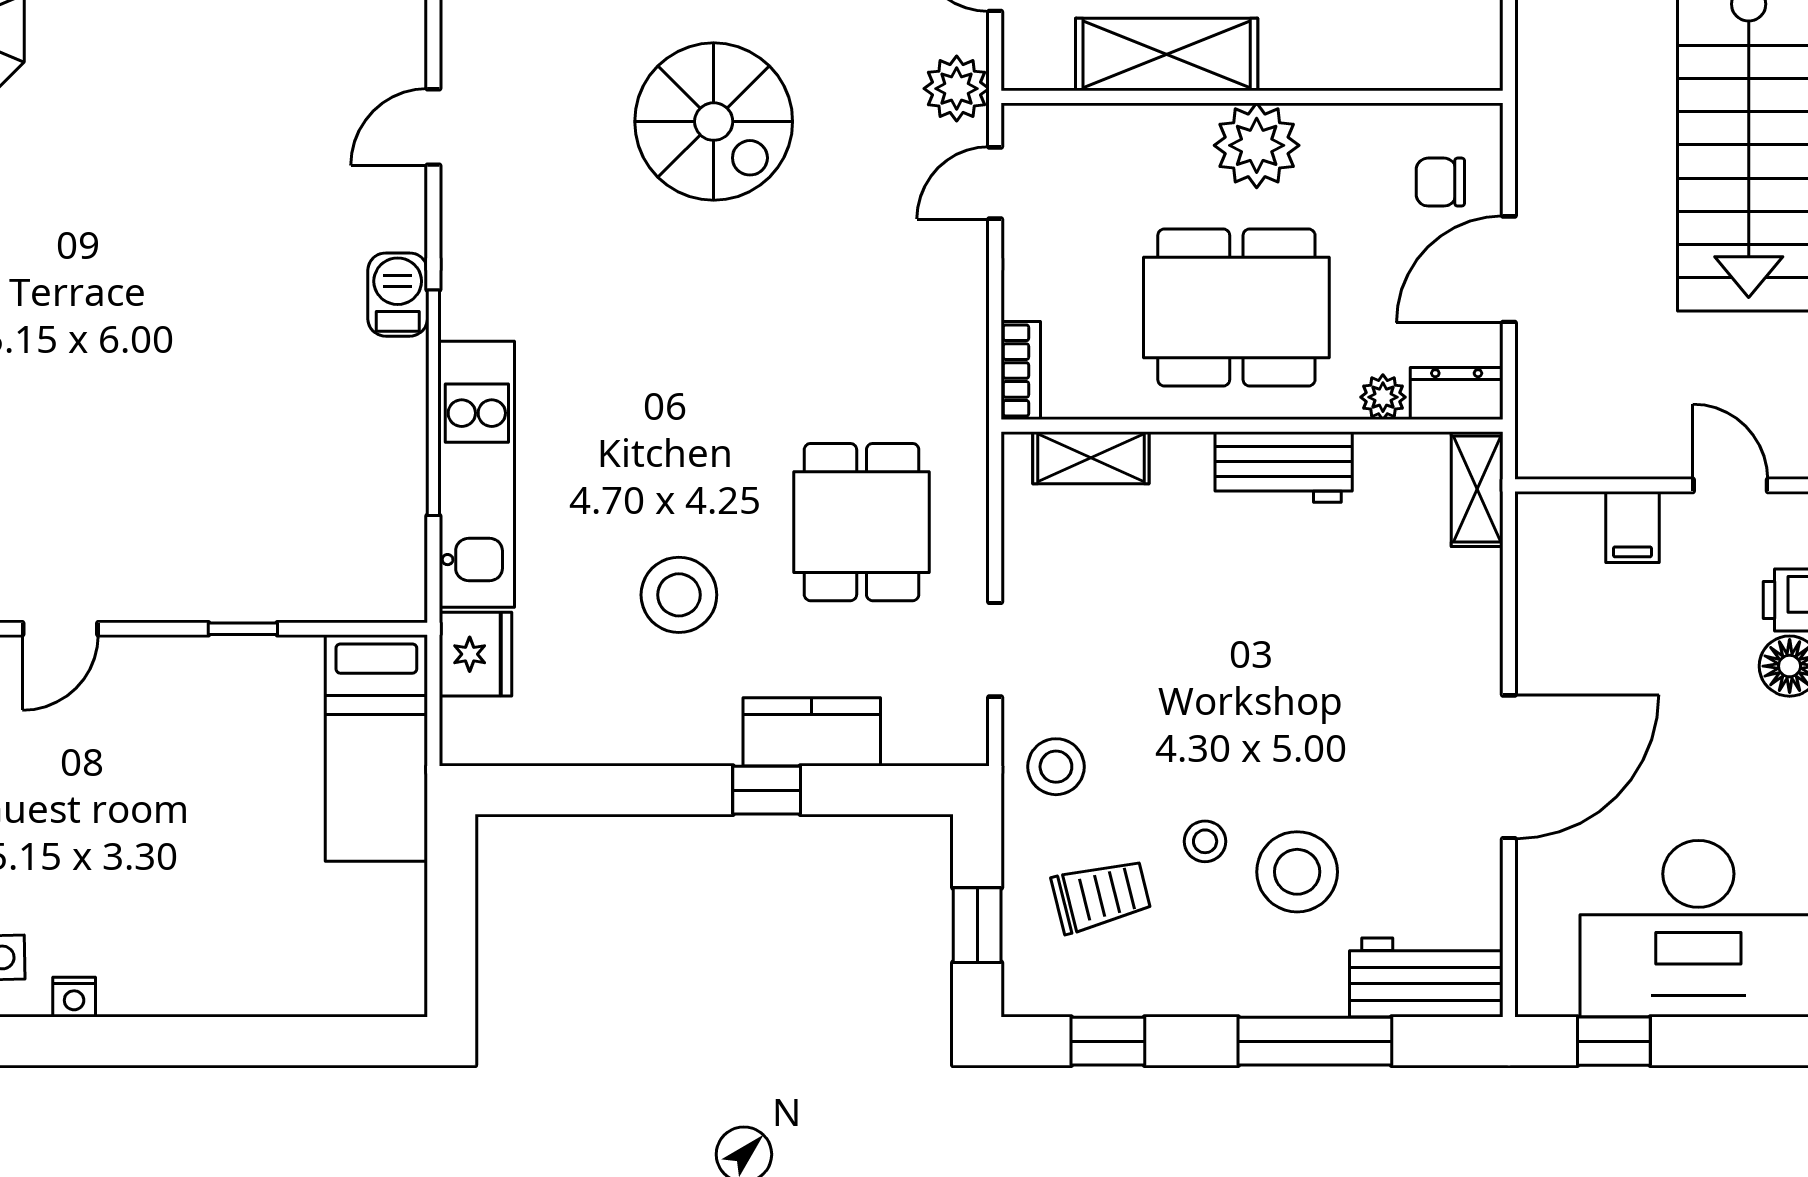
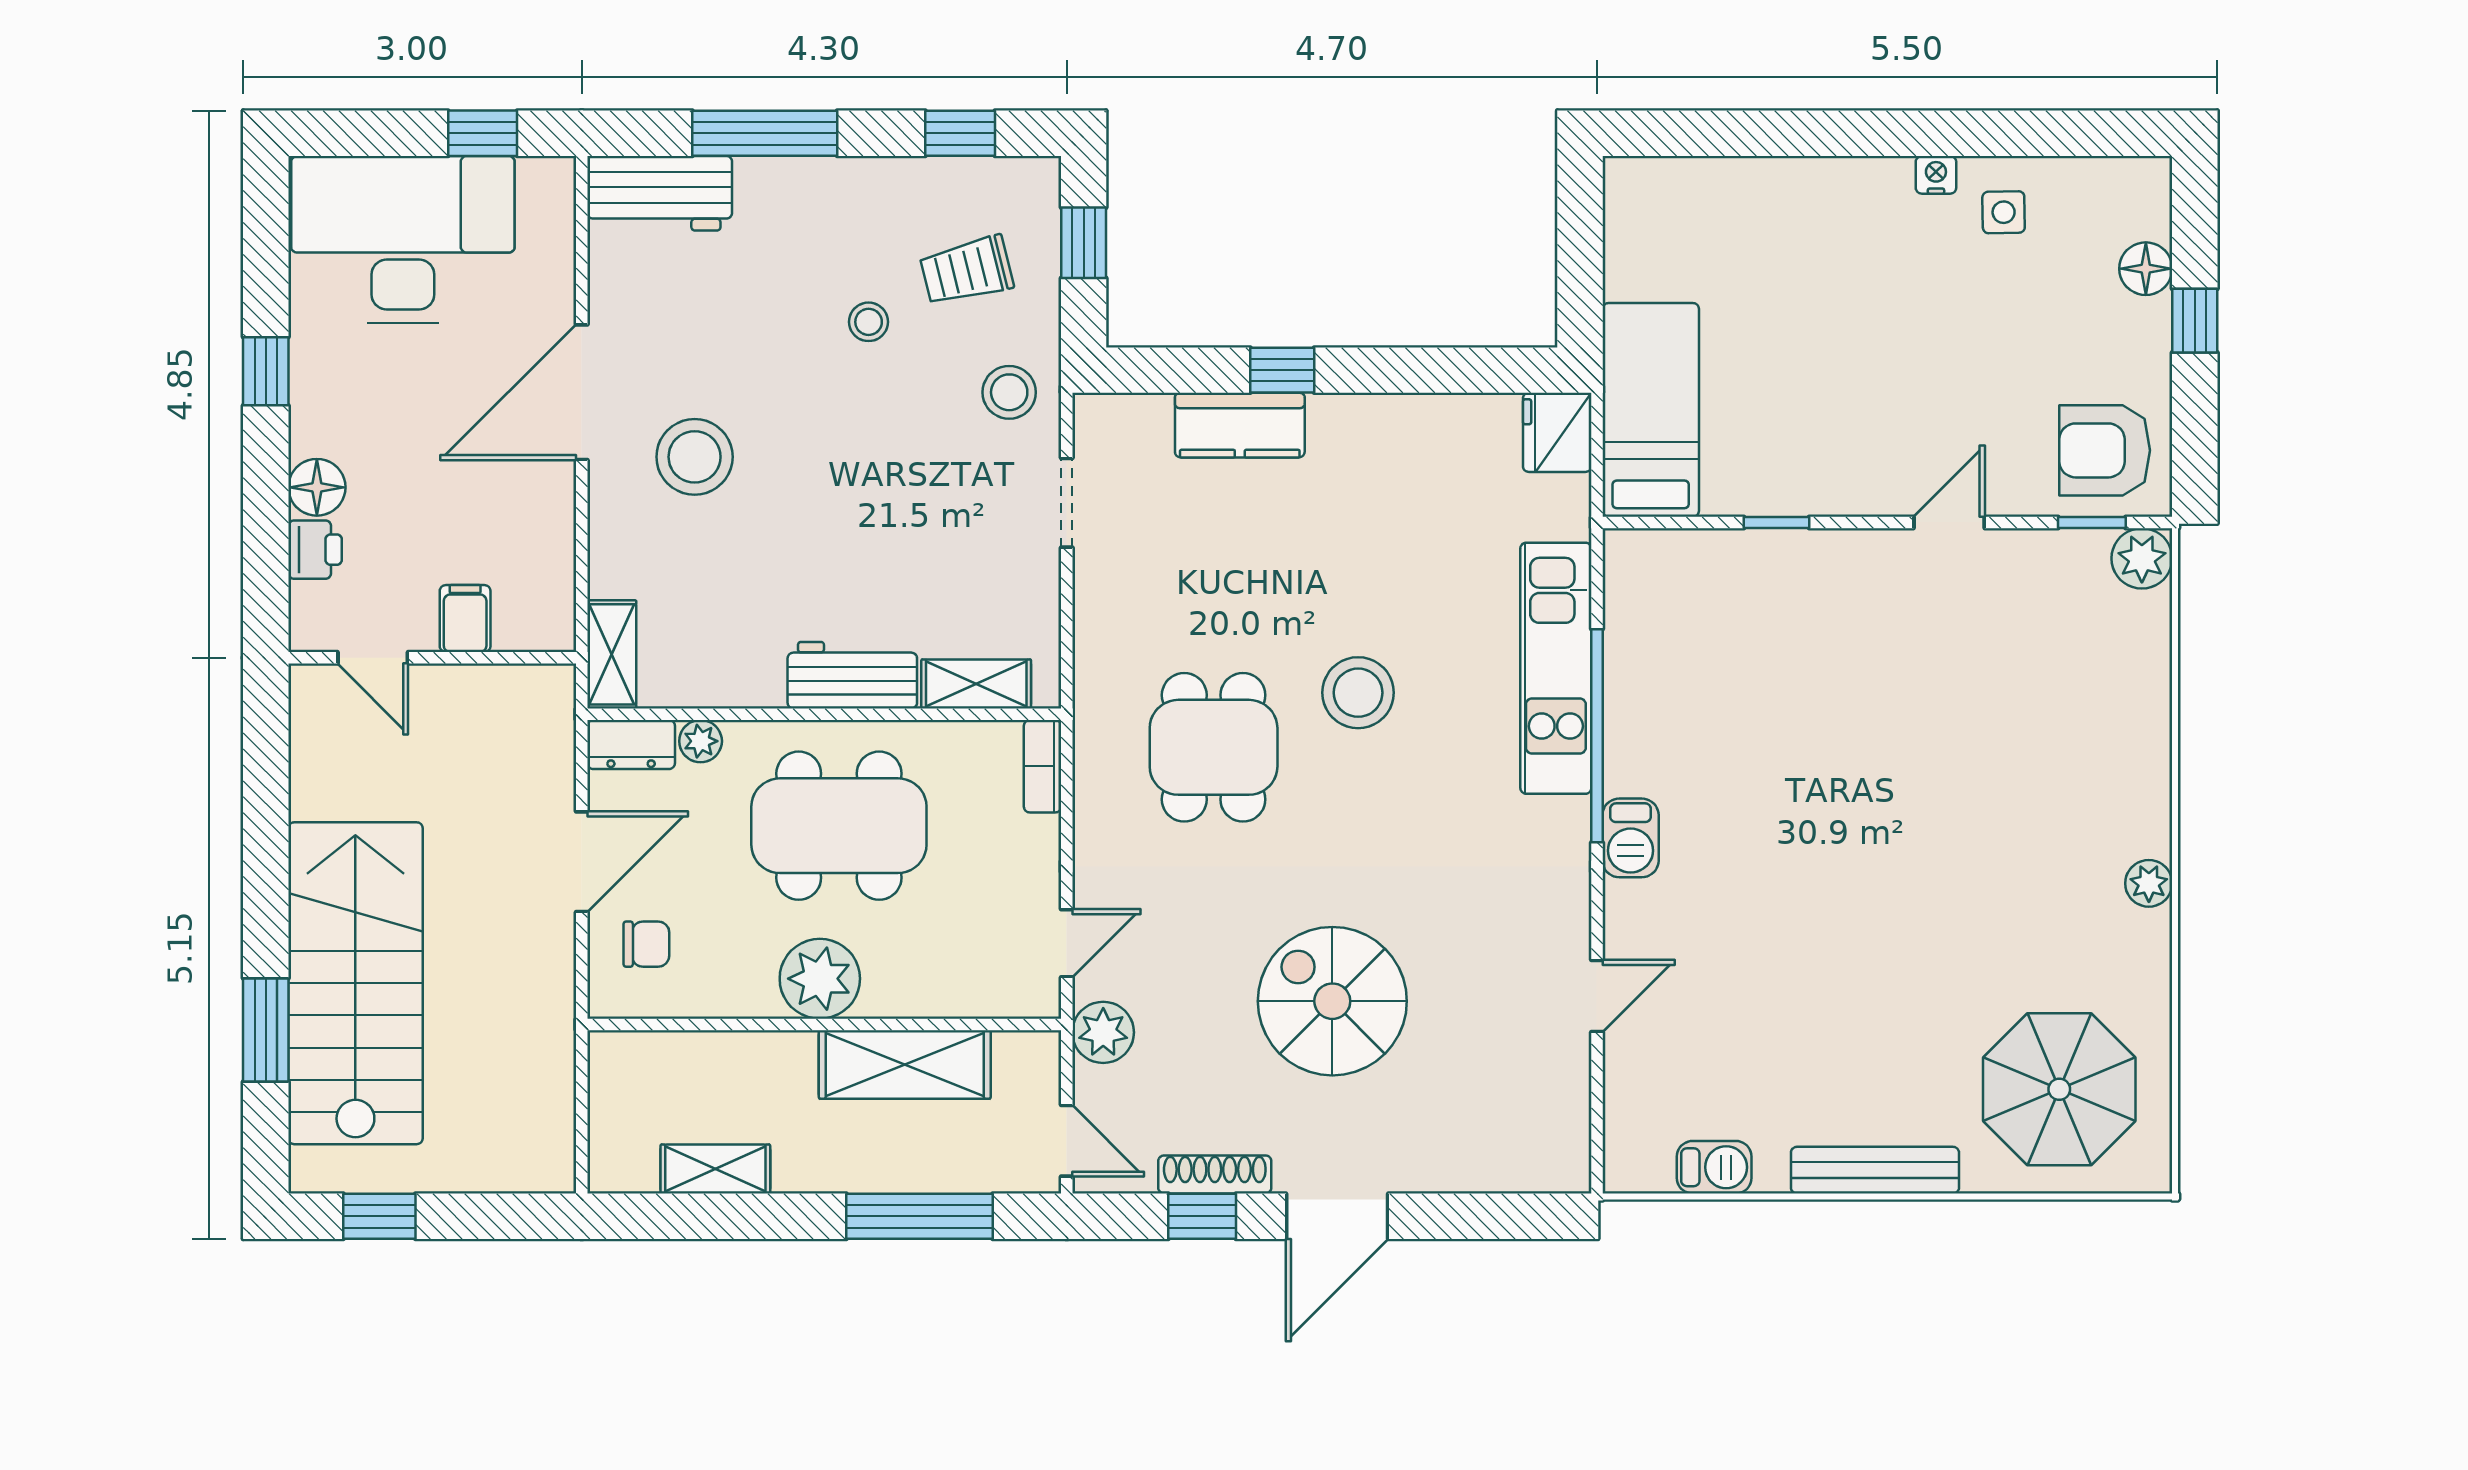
workbench: (1284, 467) -> (852, 675), moved
dining table: (862, 522) -> (1214, 747), moved
stool: (679, 595) -> (1358, 693), moved
fridge: (475, 654) -> (1557, 432), moved
stool: (1297, 872) -> (695, 457), moved

